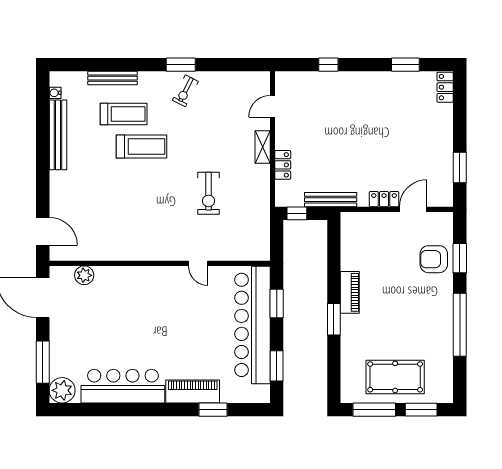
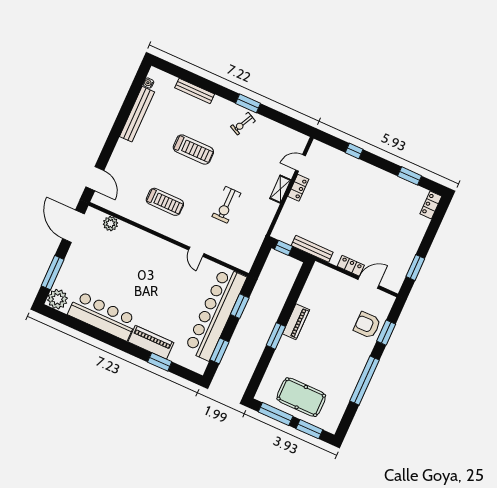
treadmill: (124, 114) -> (165, 202), moved
locker: (283, 165) -> (298, 188), moved

